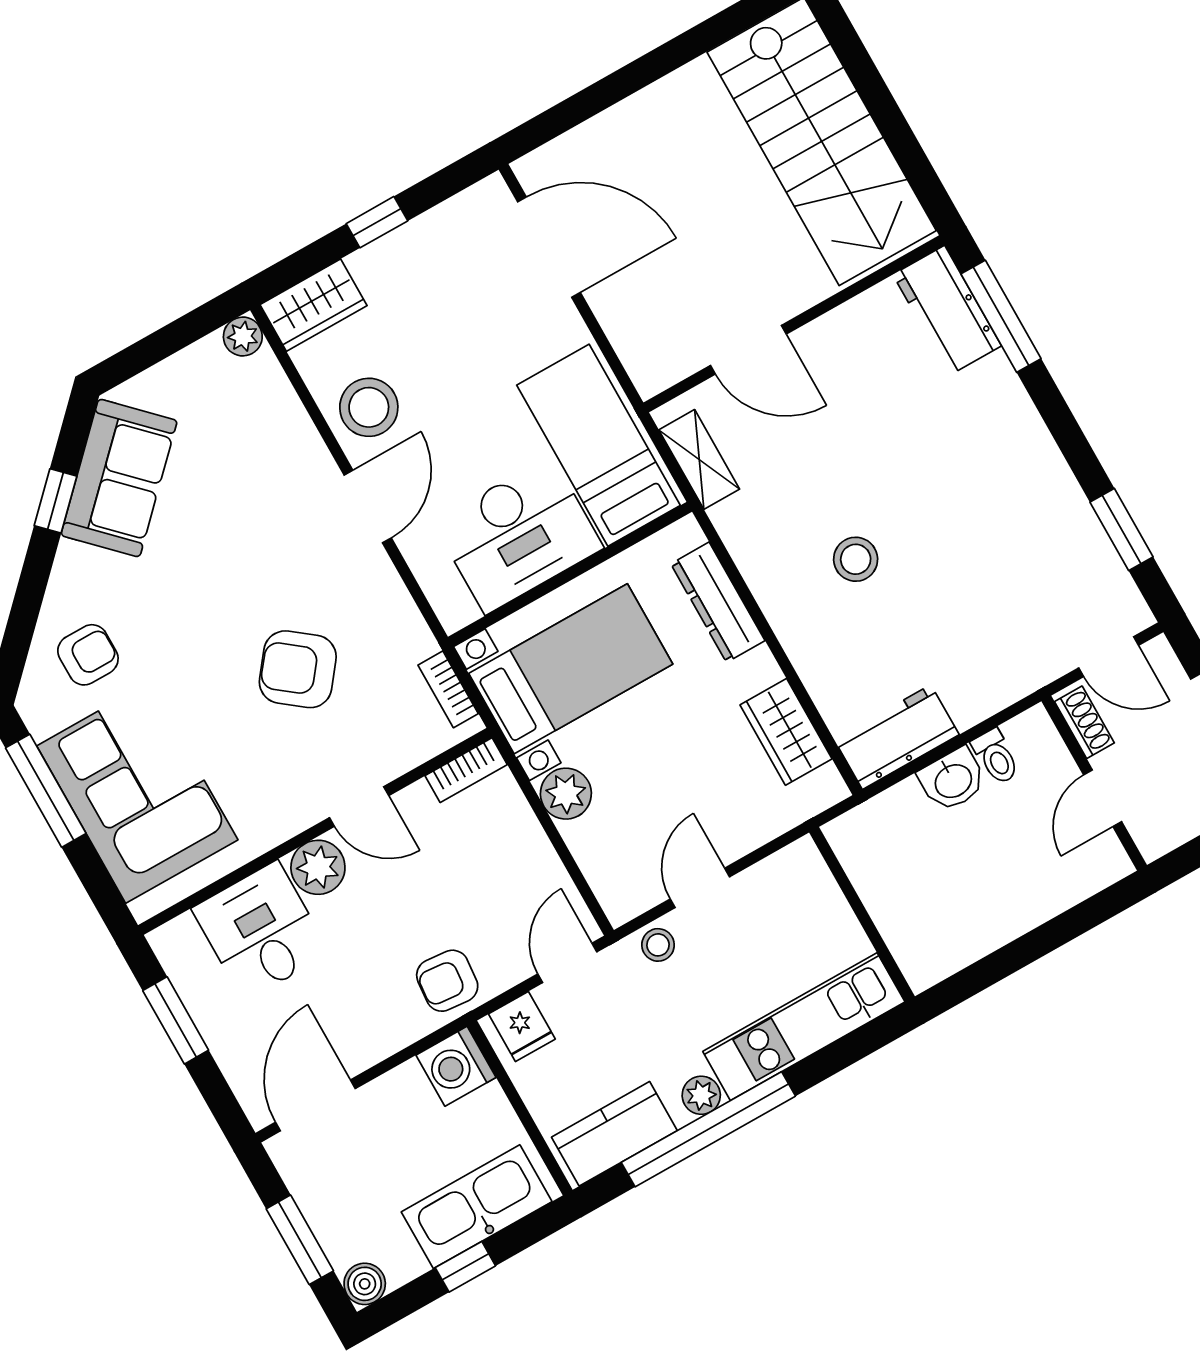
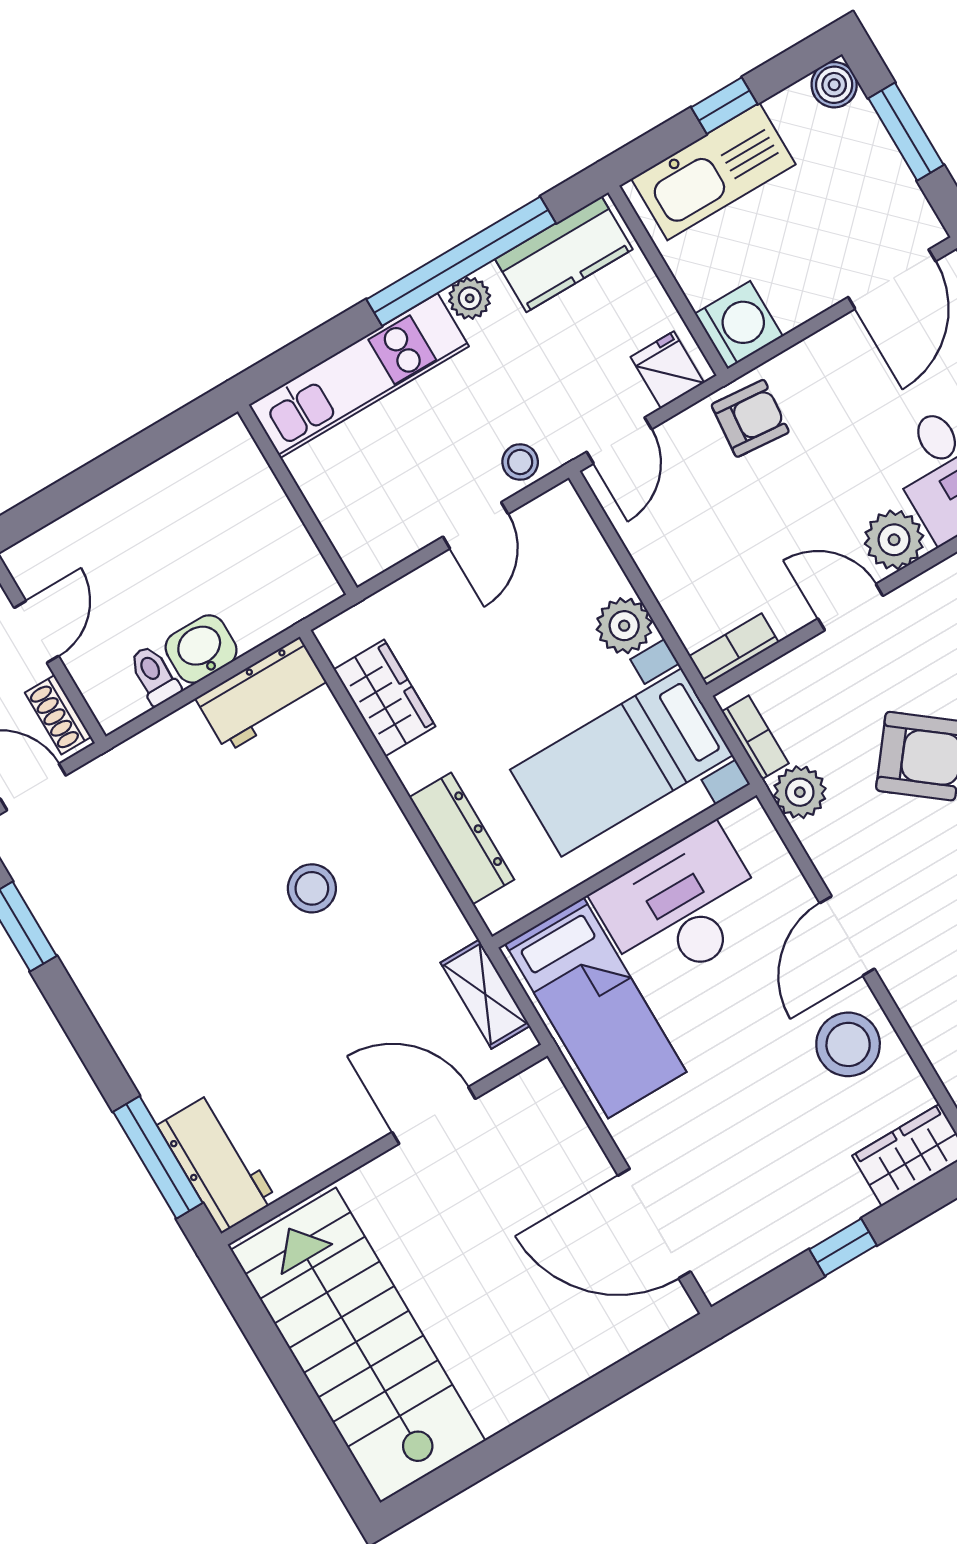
plant: (408, 639) -> (800, 792), added

